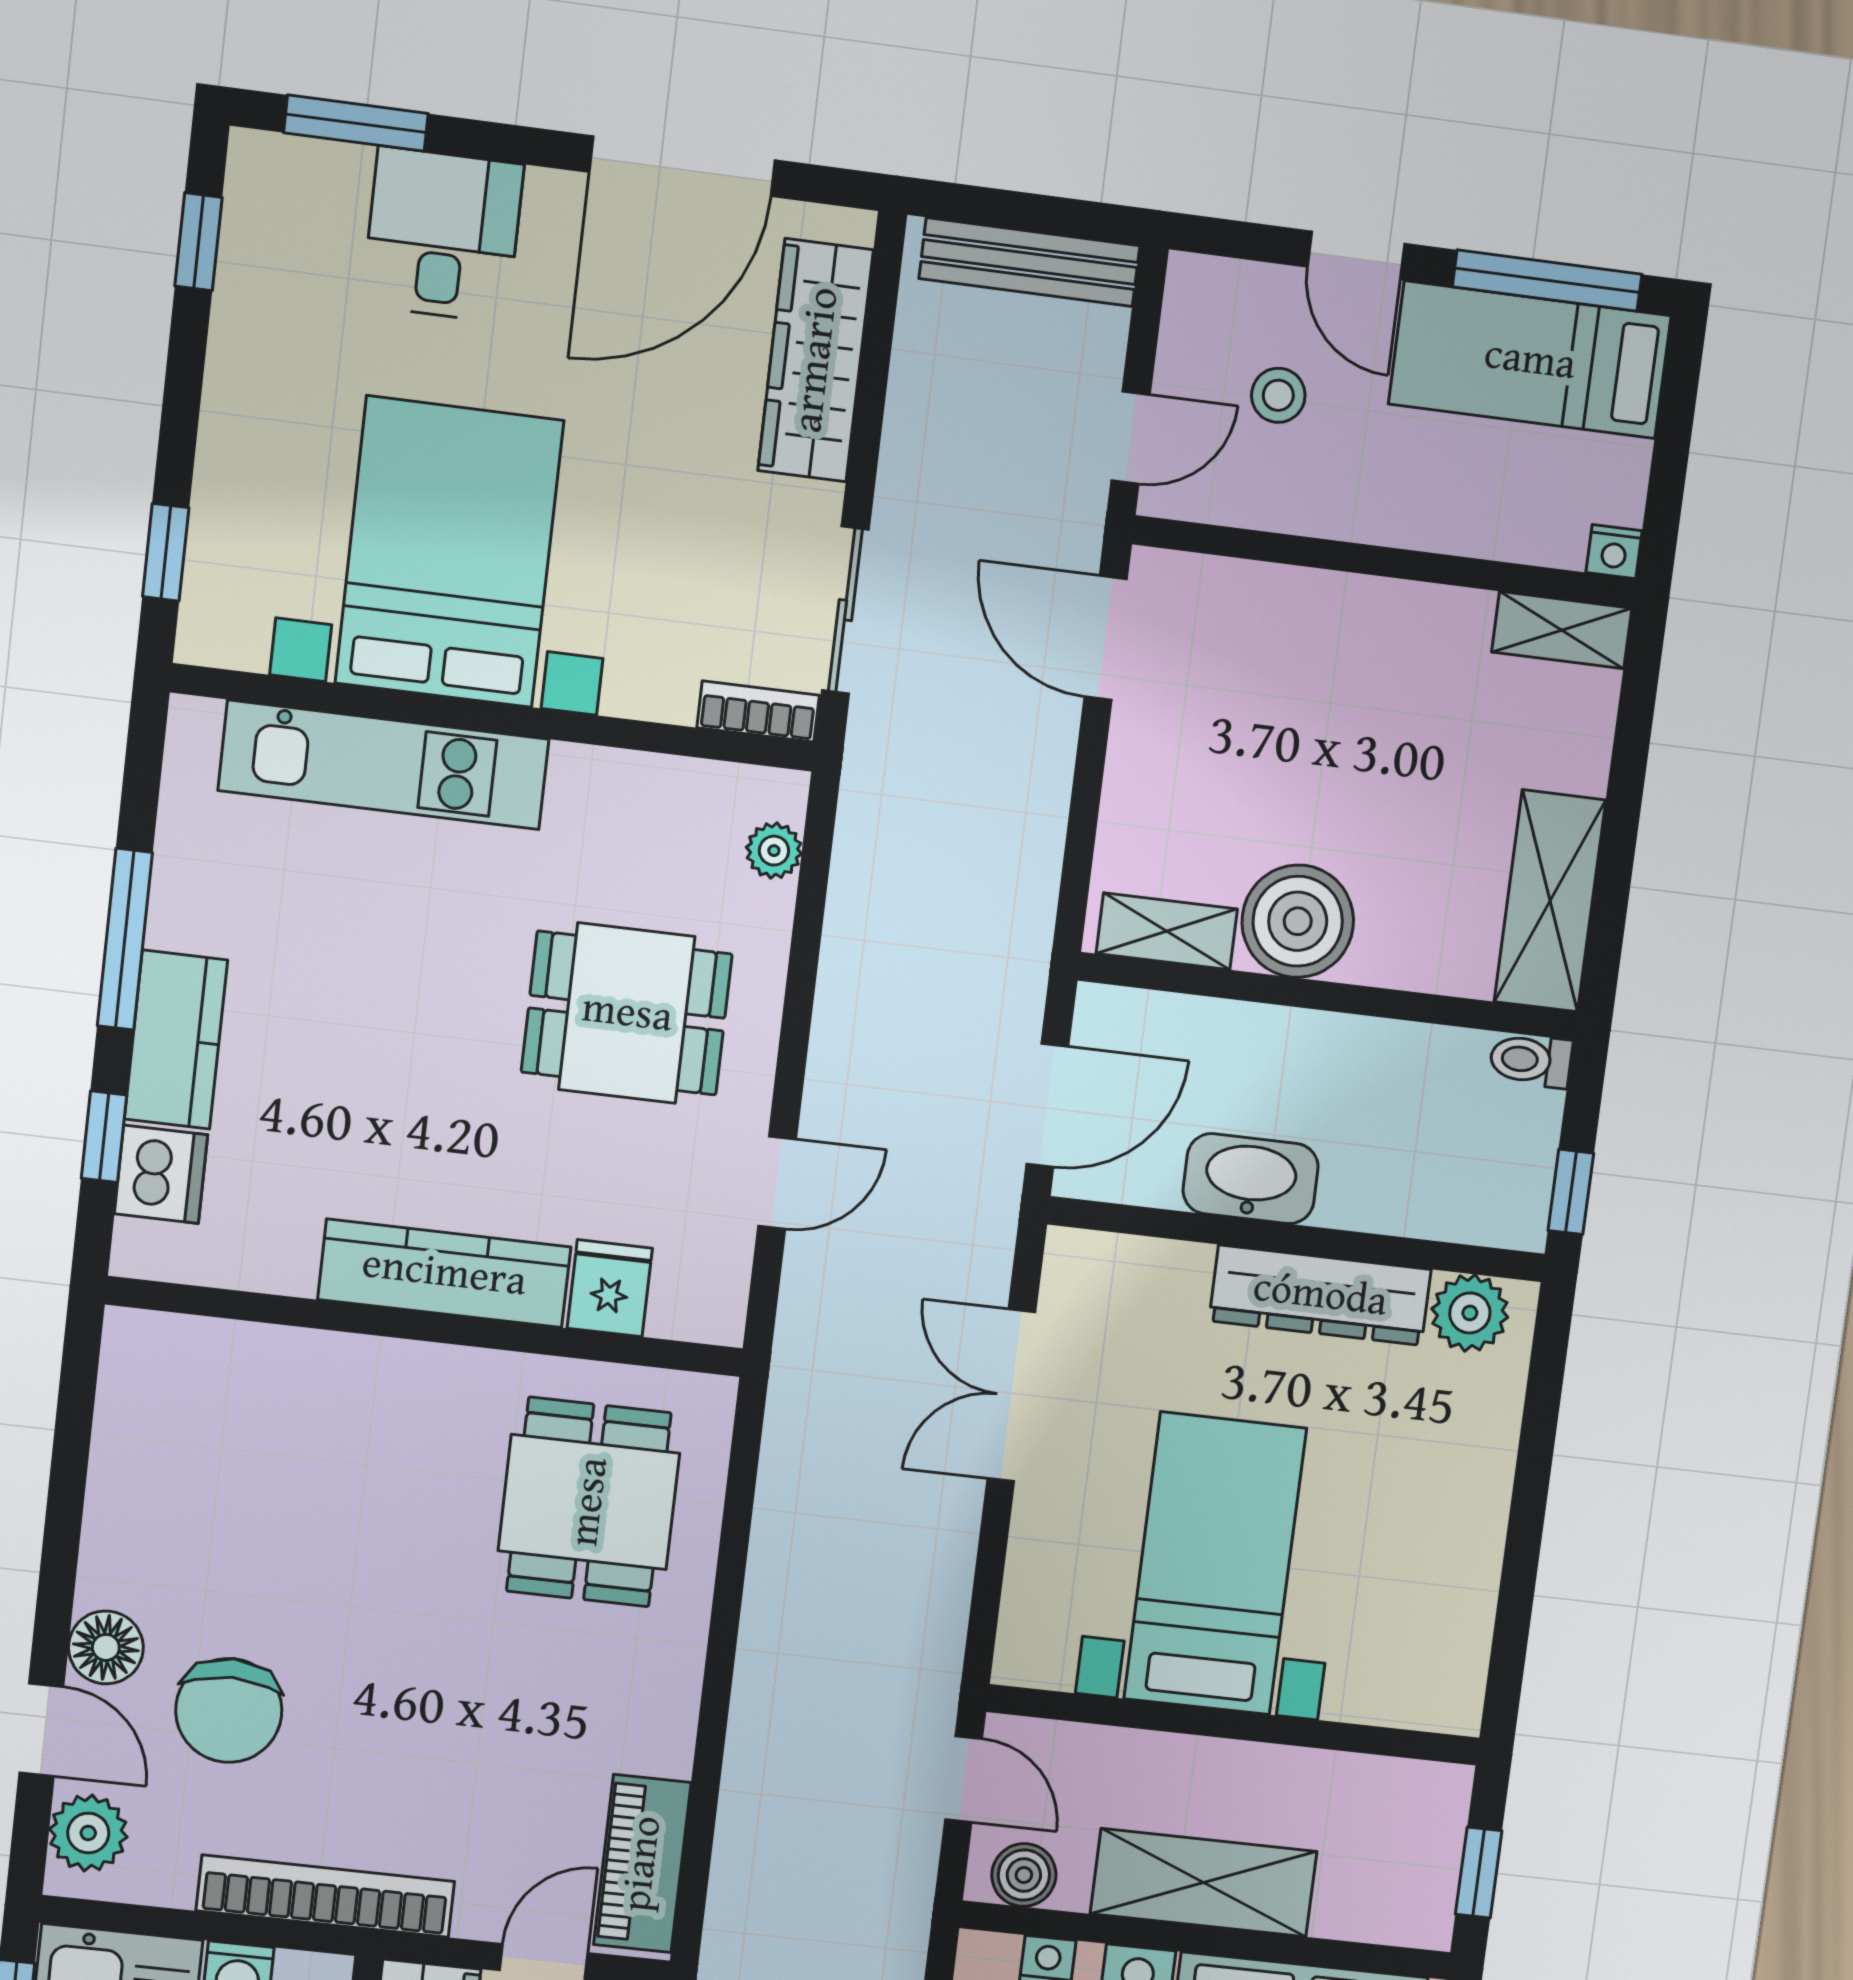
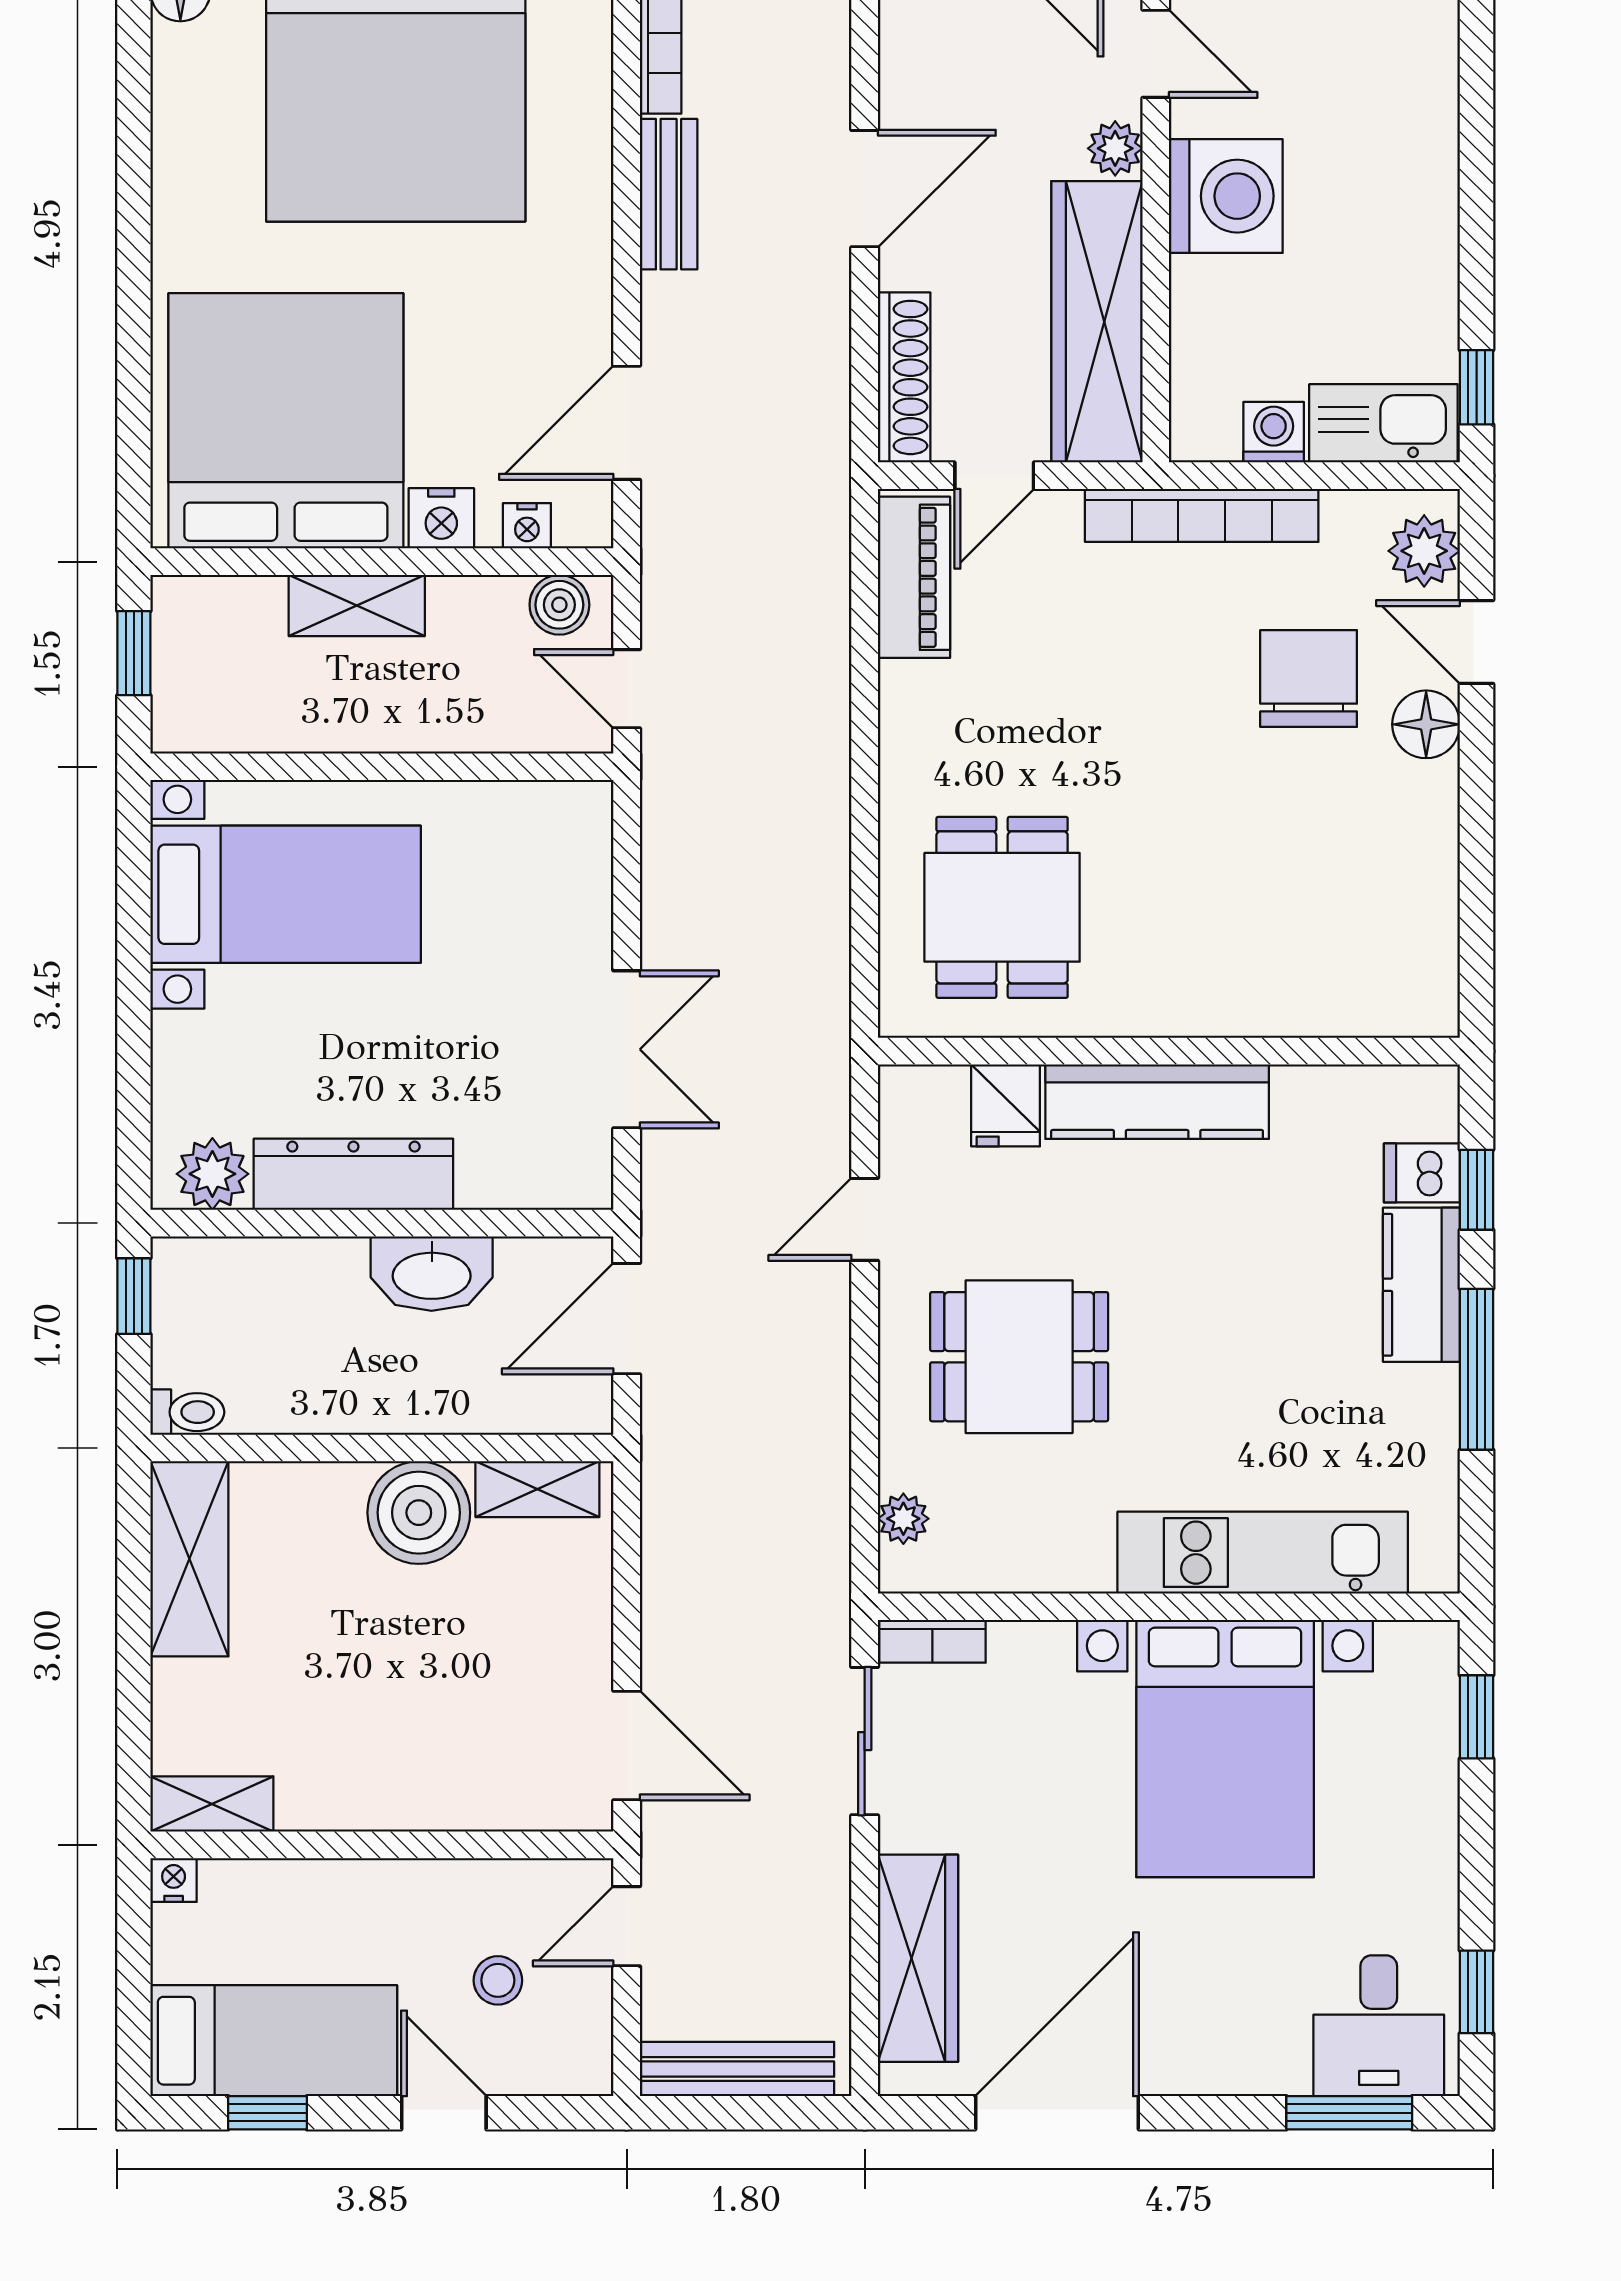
desk: (443, 235) -> (1379, 2026), moved
window: (1547, 280) -> (267, 2113), width x0.46
dishwasher: (161, 1174) -> (1422, 1173), width x0.73
bed with nightstands: (1215, 1564) -> (286, 894), moved, turned -90
shelving: (1204, 1883) -> (357, 606), width x0.67, depth x0.75

